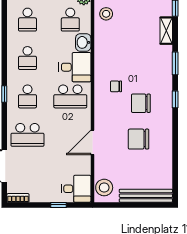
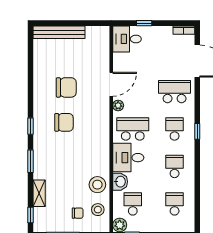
chair: (116, 86) -> (78, 213), moved
plant: (85, 121) -> (118, 105), added
stool: (104, 188) -> (97, 185), moved

